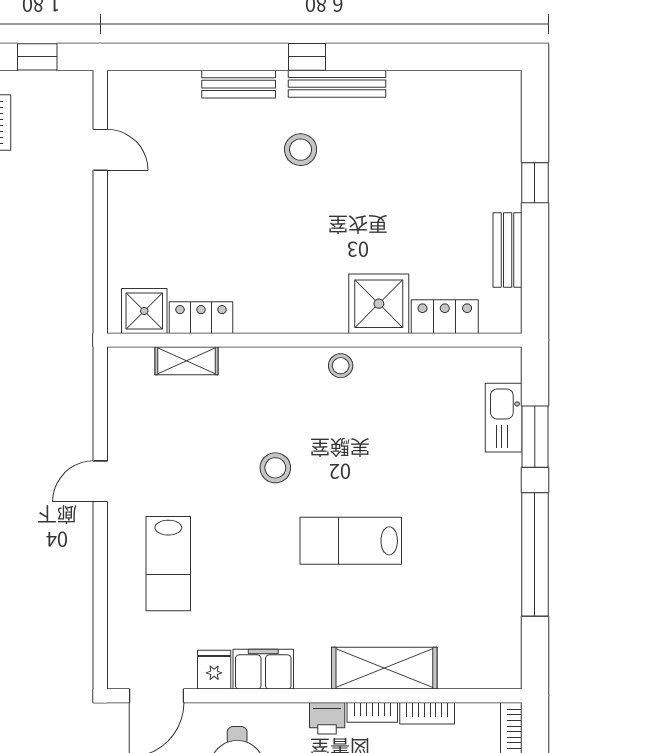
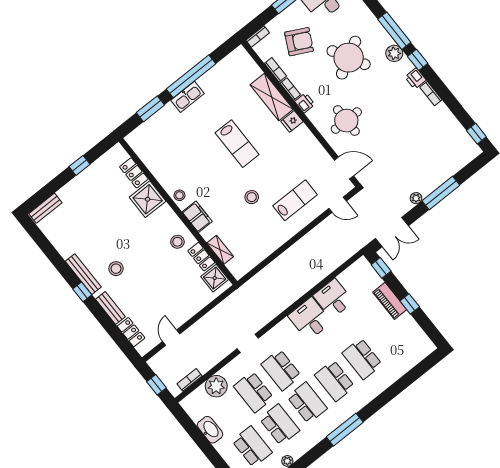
locker: (167, 86) -> (131, 332), added
window: (535, 183) -> (79, 165), moved
bench: (508, 250) -> (45, 208), moved
stool: (261, 296) -> (177, 242), added
kitchen sink: (504, 418) -> (187, 97), moved
stool: (275, 468) -> (252, 197), moved
door: (100, 481) -> (338, 205), moved
filing cabinet: (263, 669) -> (197, 217), moved, turned 180
fridge: (214, 670) -> (292, 121), moved

